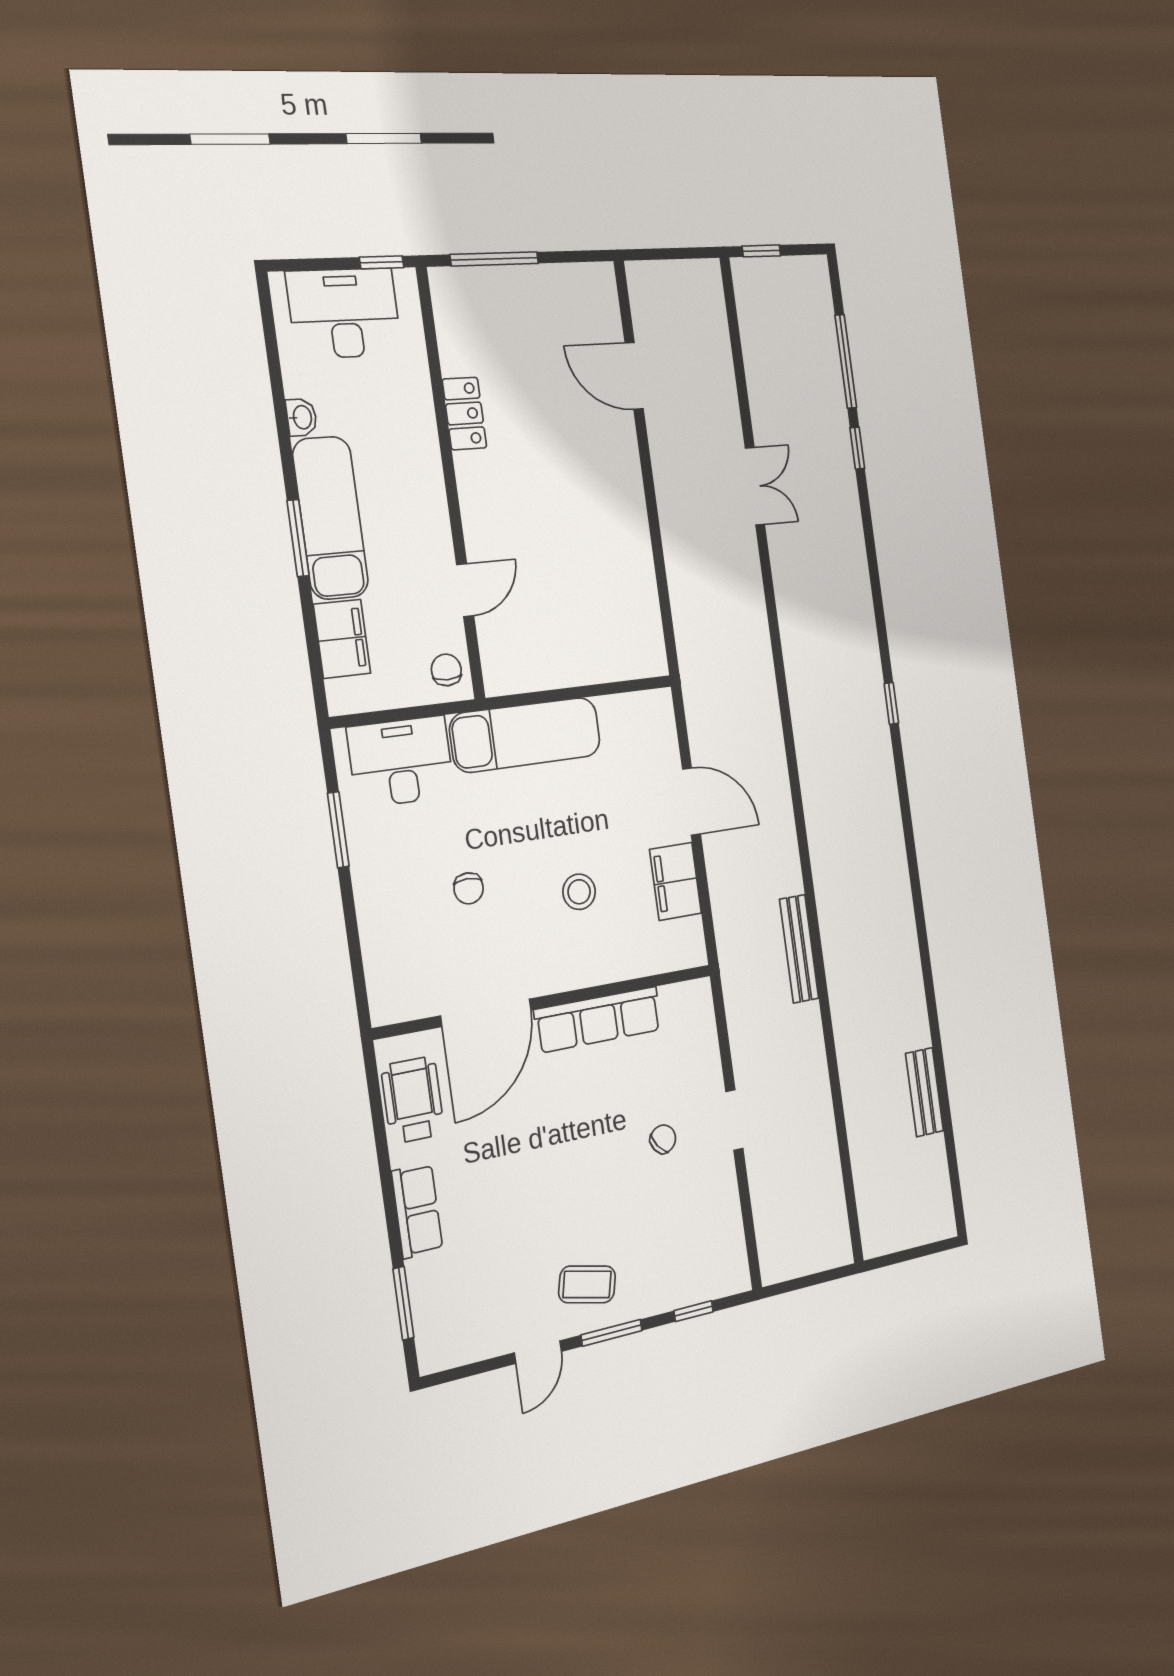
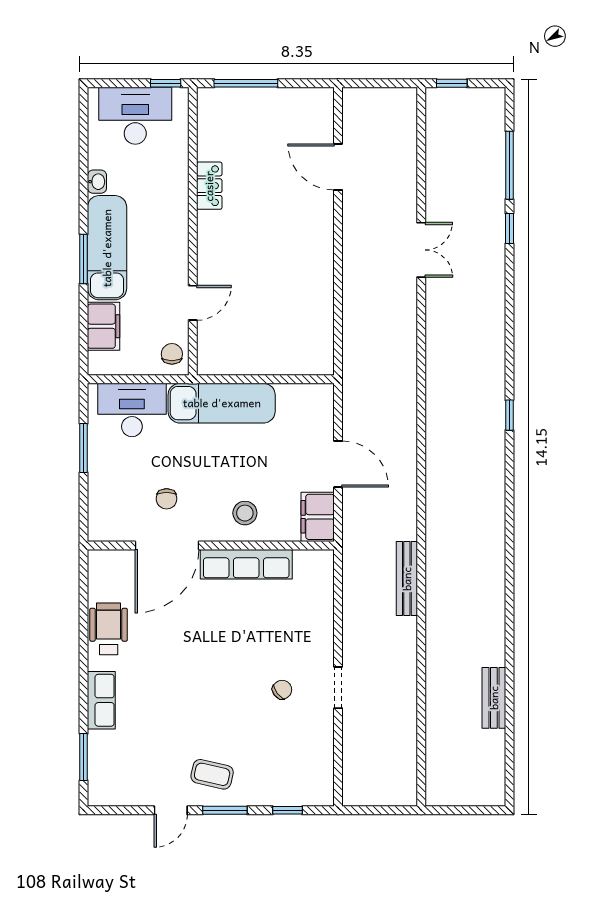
wall: (547, 1001) -> (211, 545), moved
door: (486, 1013) -> (167, 545), moved
row of seats: (598, 1020) -> (246, 564), moved

